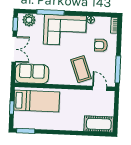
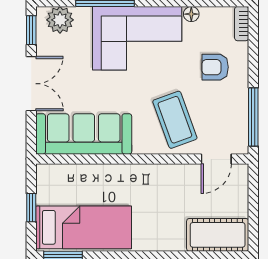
sofa: (32, 74) -> (84, 134), width x1.36
door: (100, 88) -> (216, 159), swing flipped
bed: (37, 101) -> (84, 227), moved

